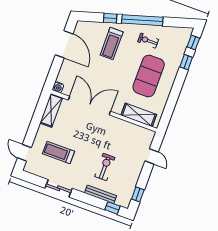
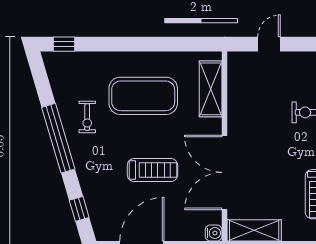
window: (110, 18) -> (79, 209), moved
treadmill: (112, 43) -> (152, 170), moved
window: (186, 62) -> (99, 44), removed

